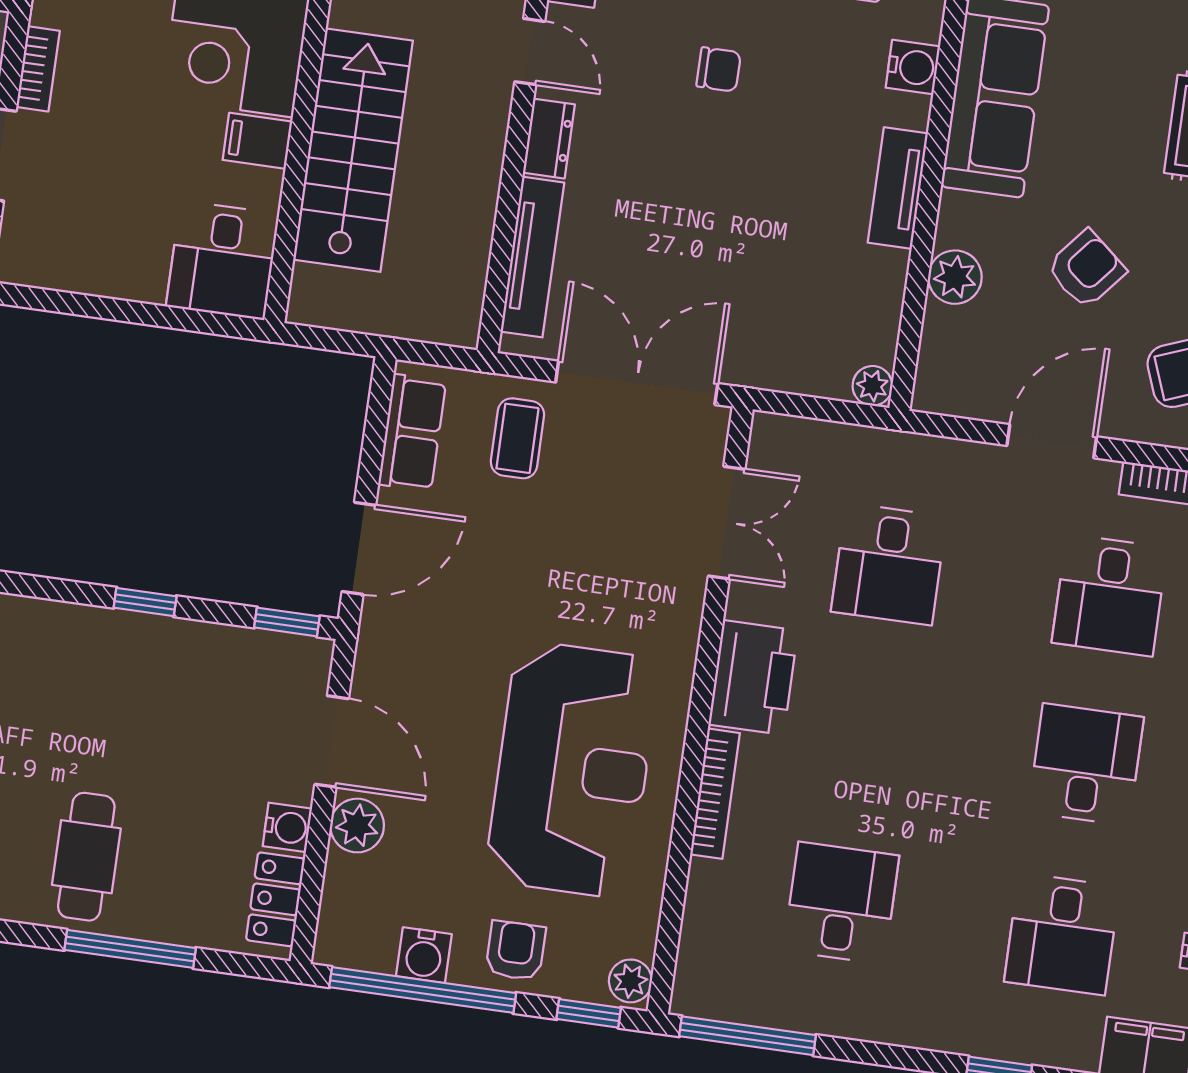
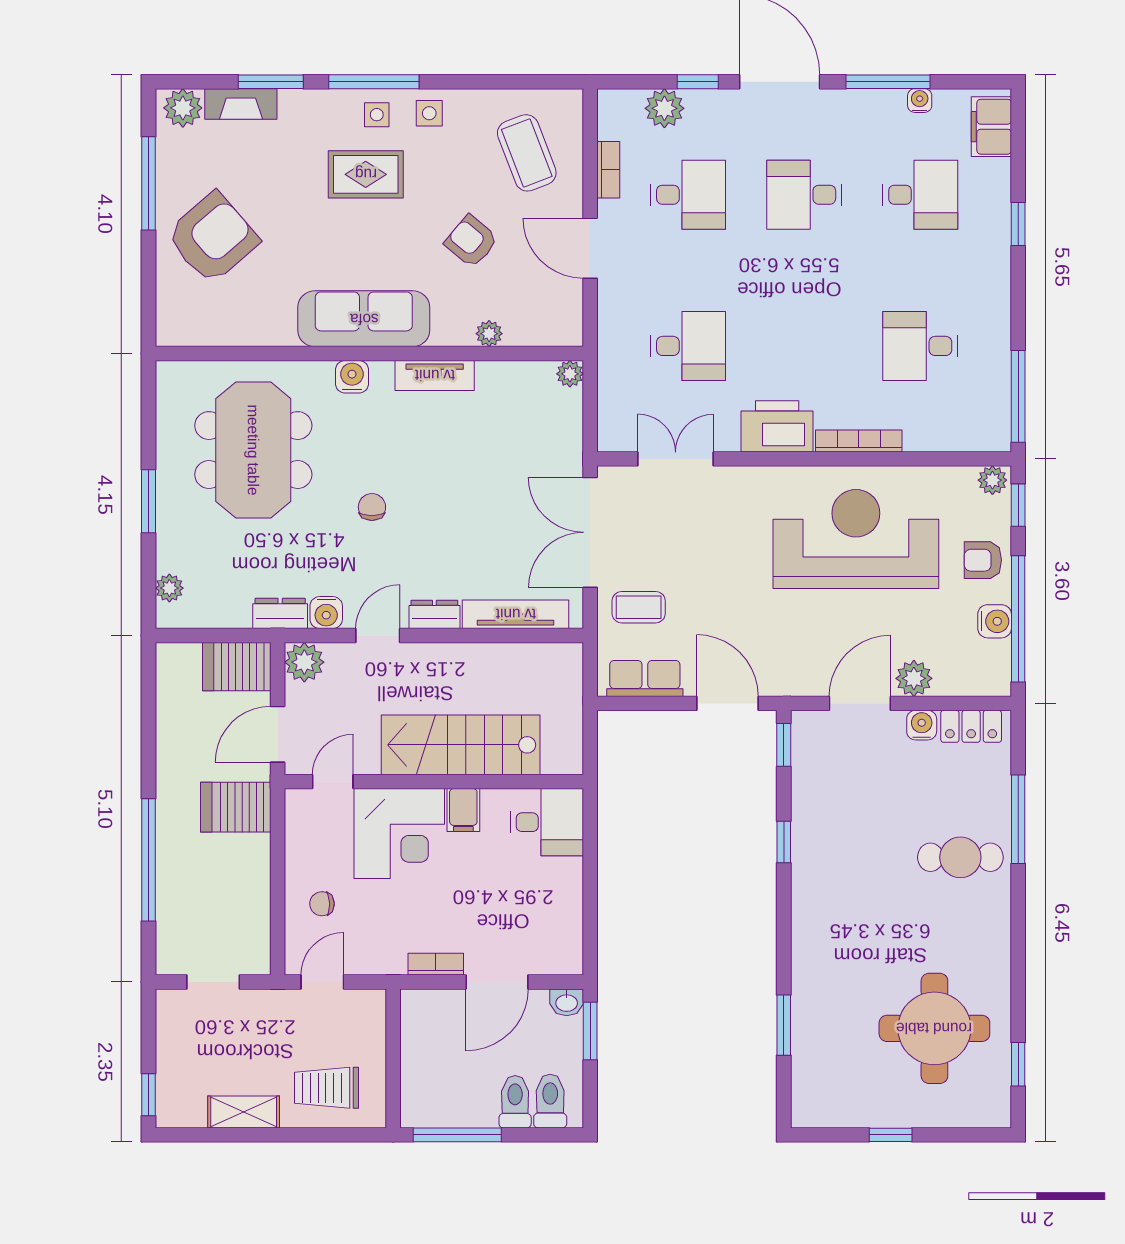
plant: (955, 277) -> (489, 334), width x0.73, depth x0.73

